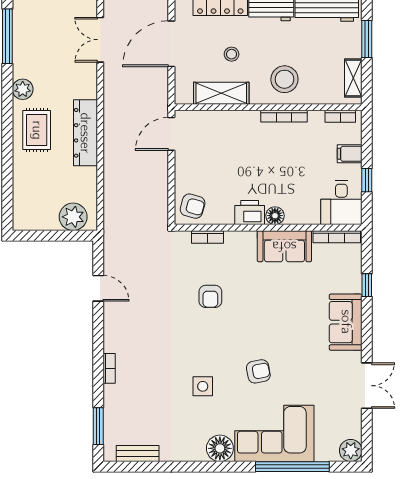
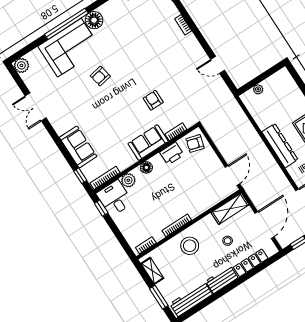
shelving: (221, 93) -> (230, 209), moved
filing cabinet: (350, 154) -> (127, 228), removed
window: (367, 180) -> (101, 208), moved
printer: (250, 213) -> (172, 153), moved
plant: (309, 214) -> (128, 180), added
plant: (73, 217) -> (258, 89), width x0.53, depth x0.53
sofa: (284, 246) -> (148, 142), moved
window: (367, 285) -> (80, 176), moved
sofa: (346, 322) -> (78, 147), moved
side table: (203, 386) -> (125, 48), removed
window: (292, 467) -> (66, 24), moved

